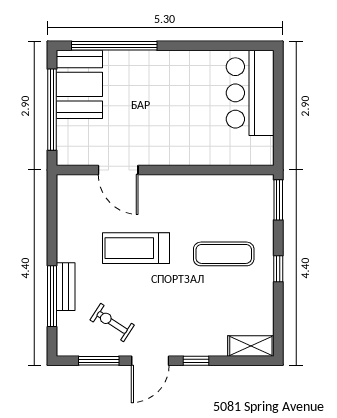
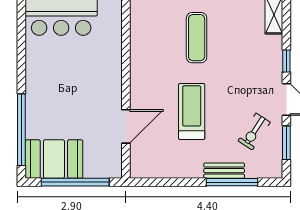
treadmill: (136, 248) -> (192, 111), turned 180

